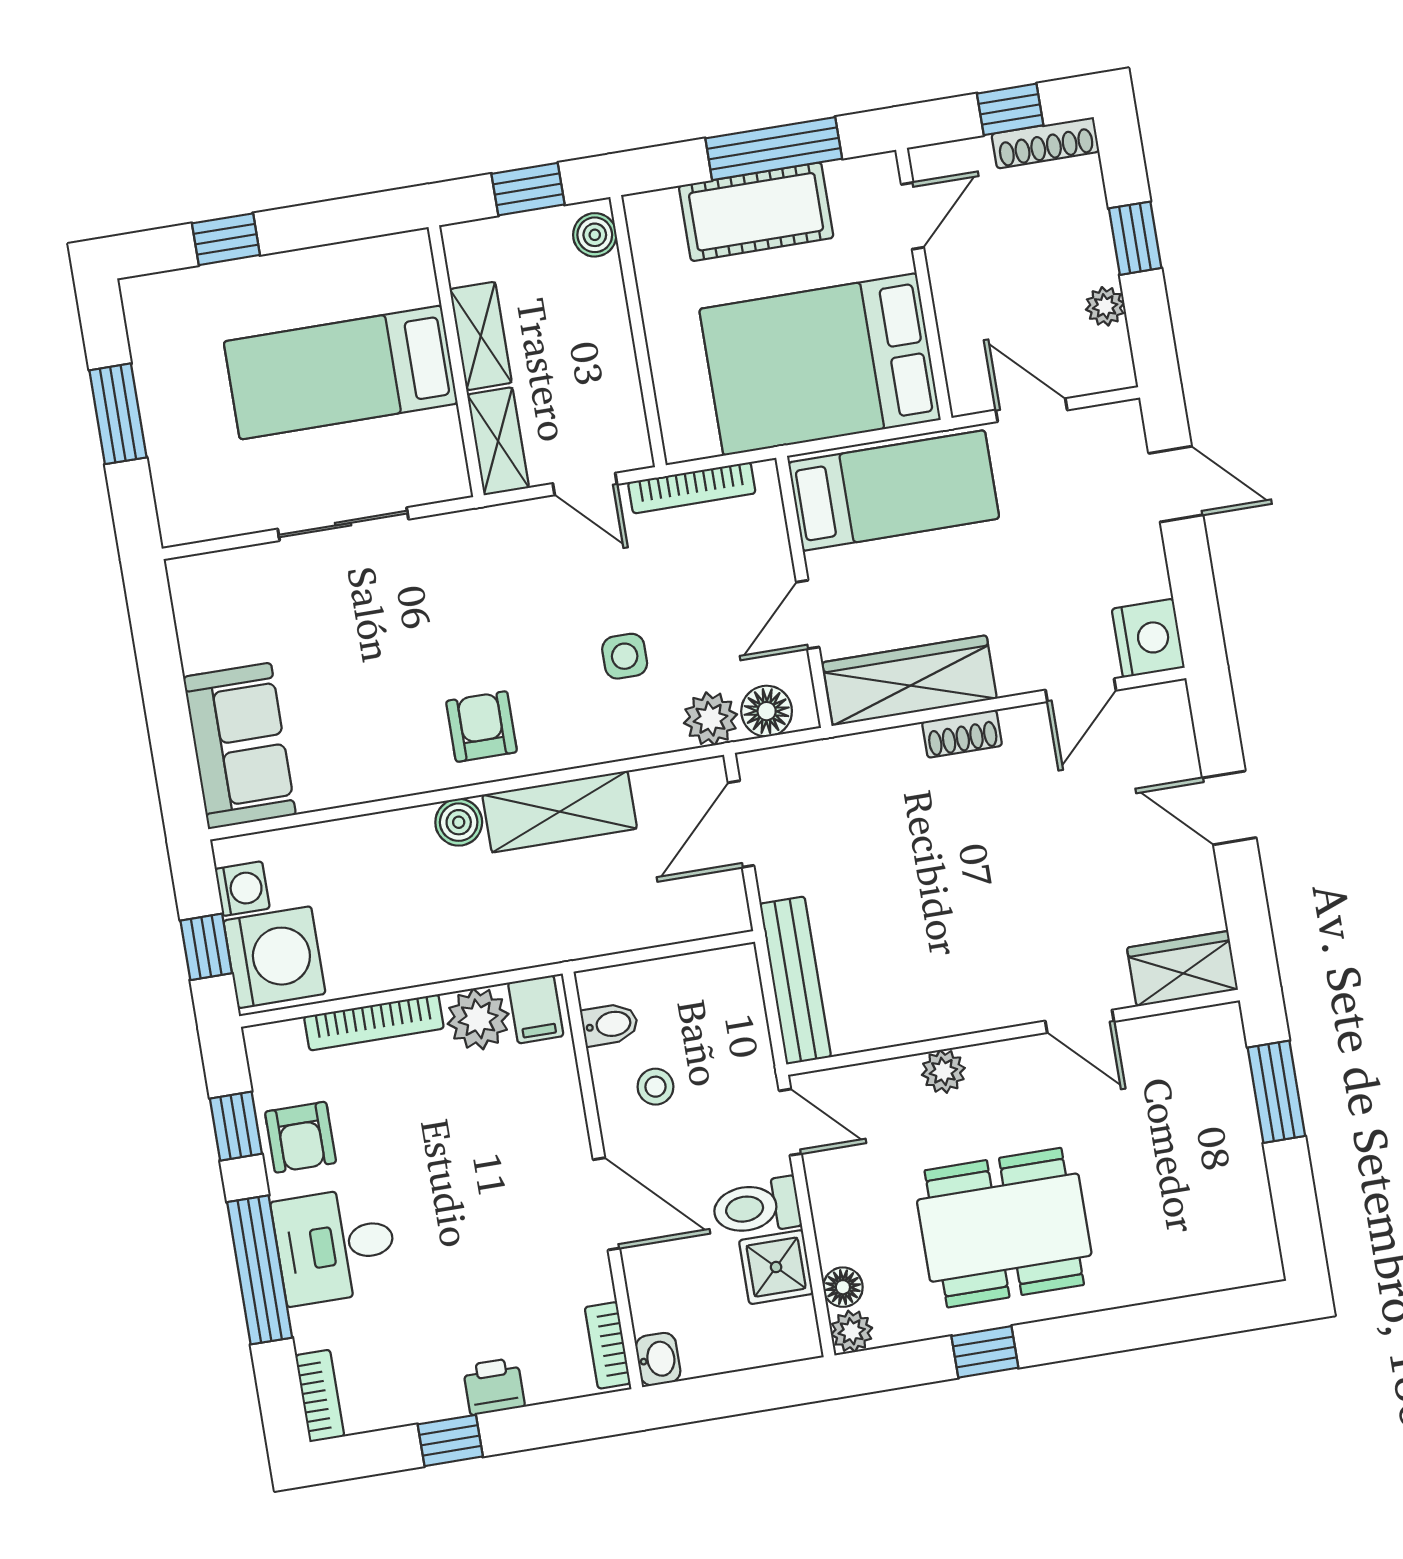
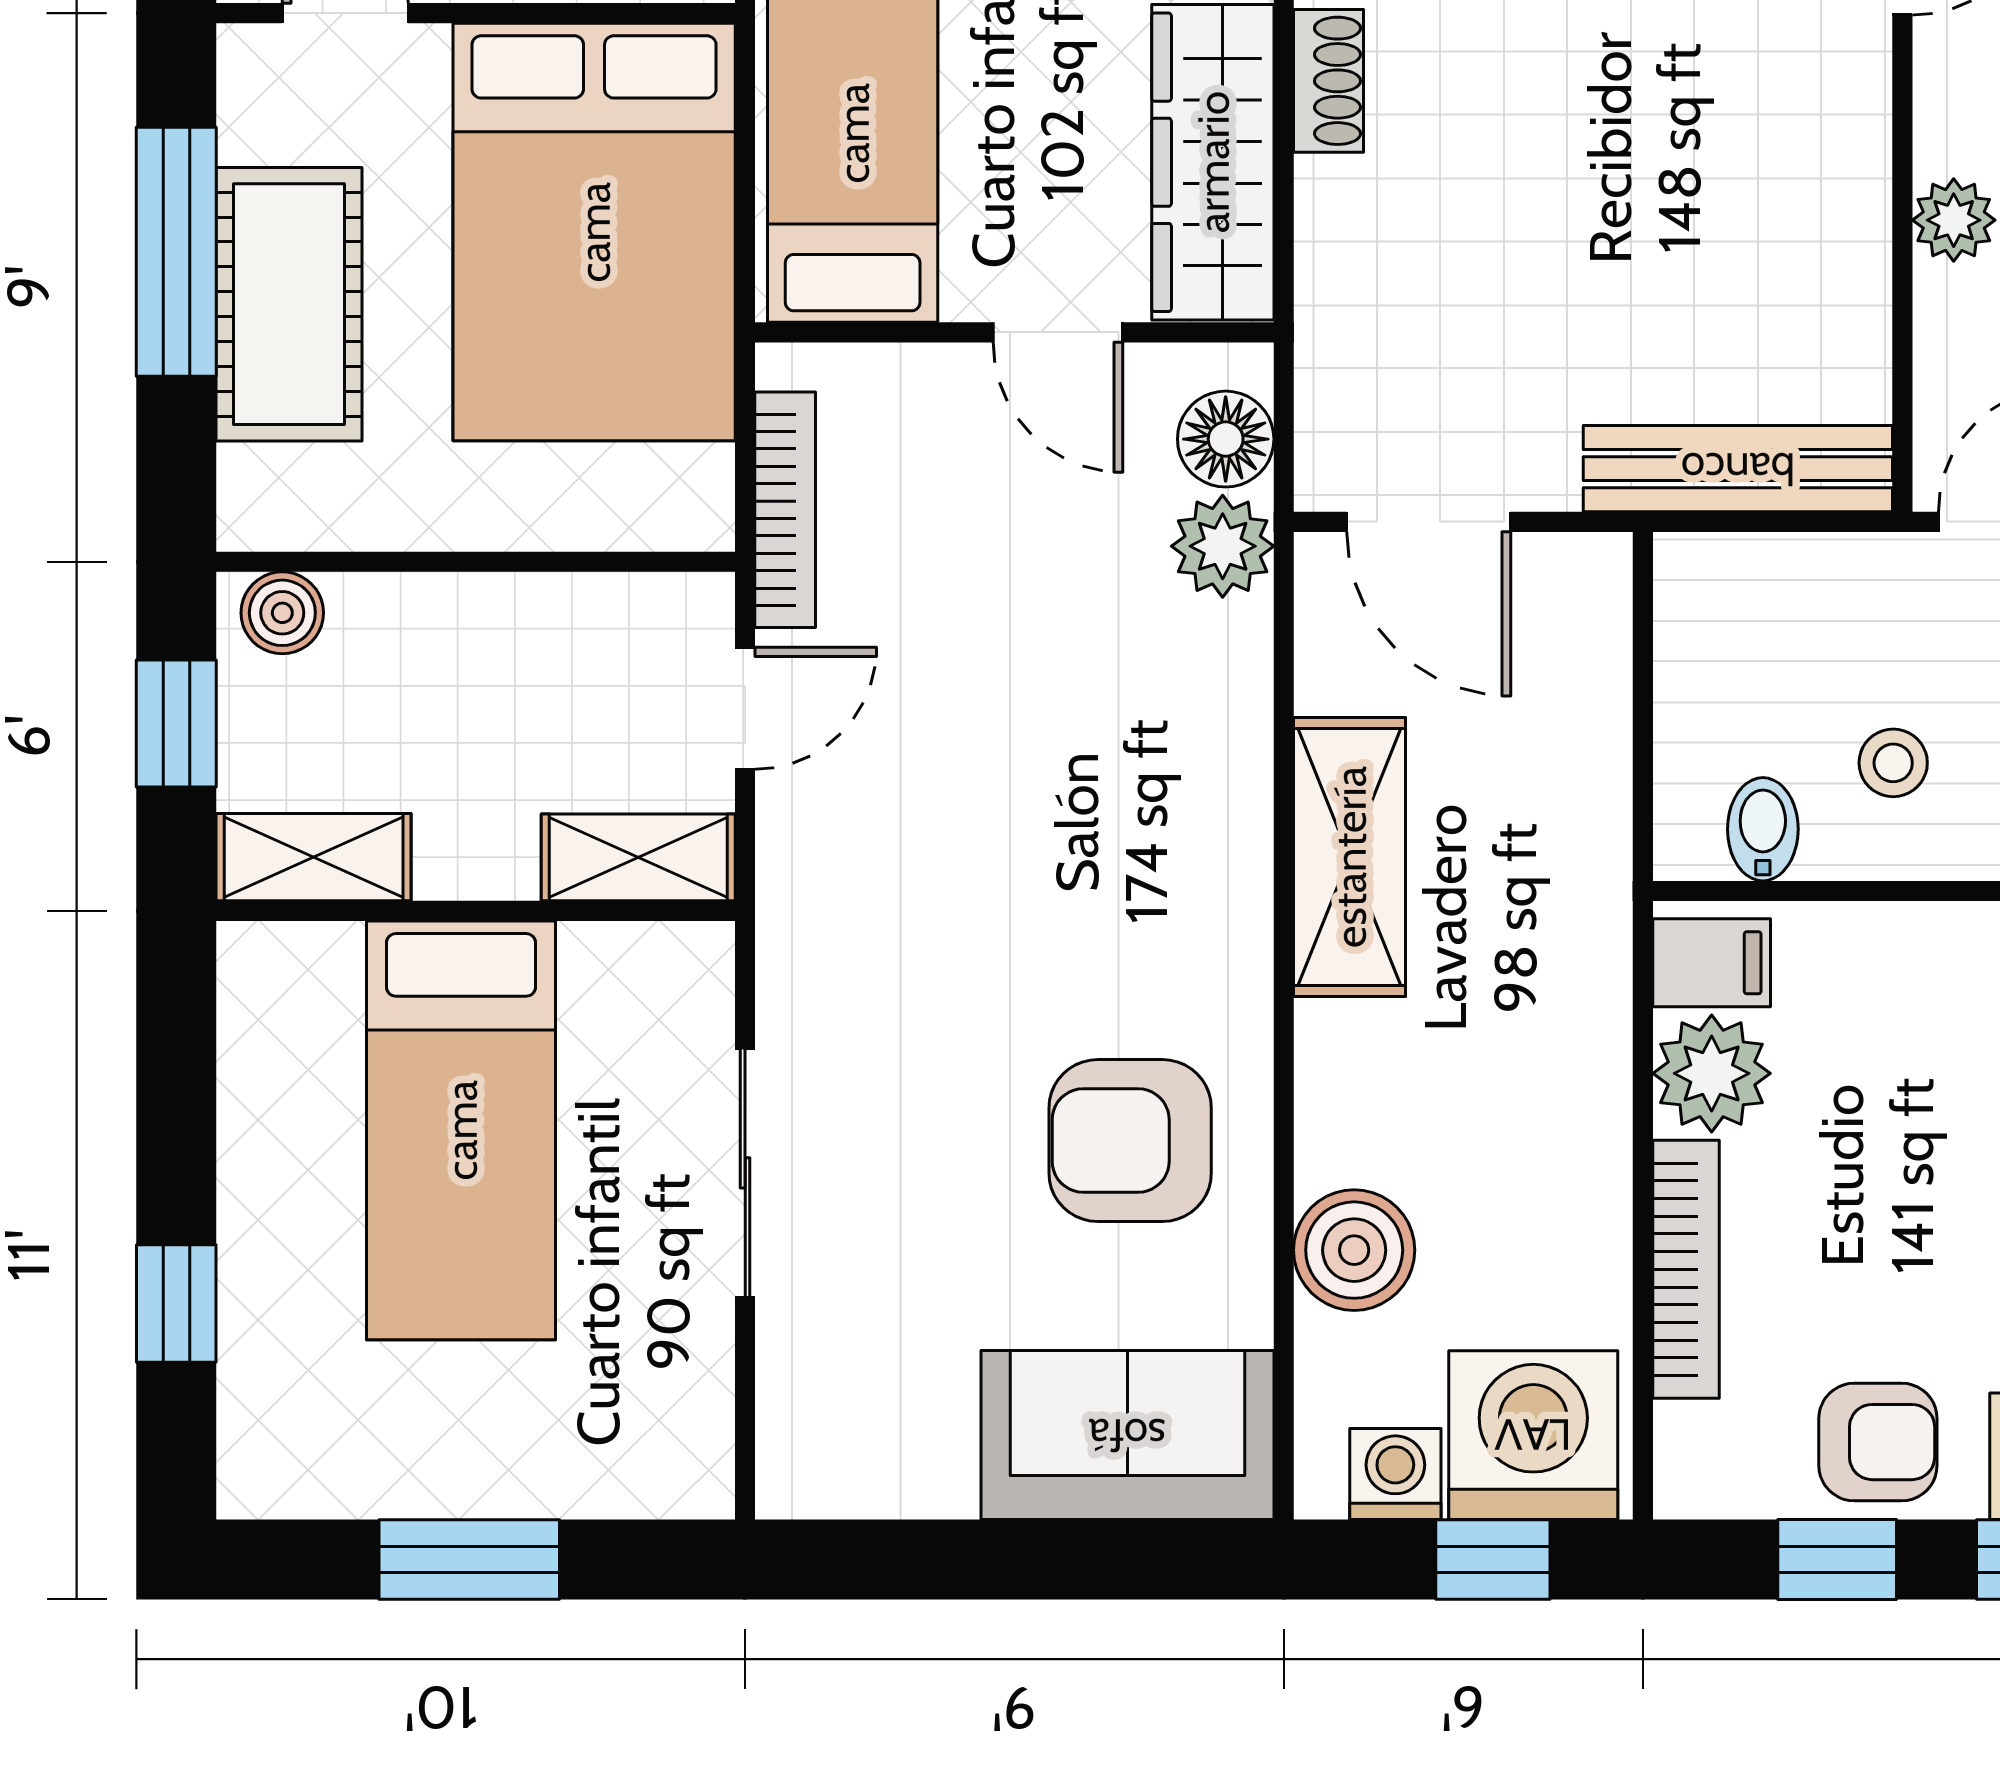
shelving: (481, 336) -> (314, 857), moved
side table: (625, 656) -> (1079, 687), removed
armchair: (482, 727) -> (1130, 1141), moved, width x1.38, depth x1.38
boiler: (459, 822) -> (1354, 1250), moved, width x1.36, depth x1.36

